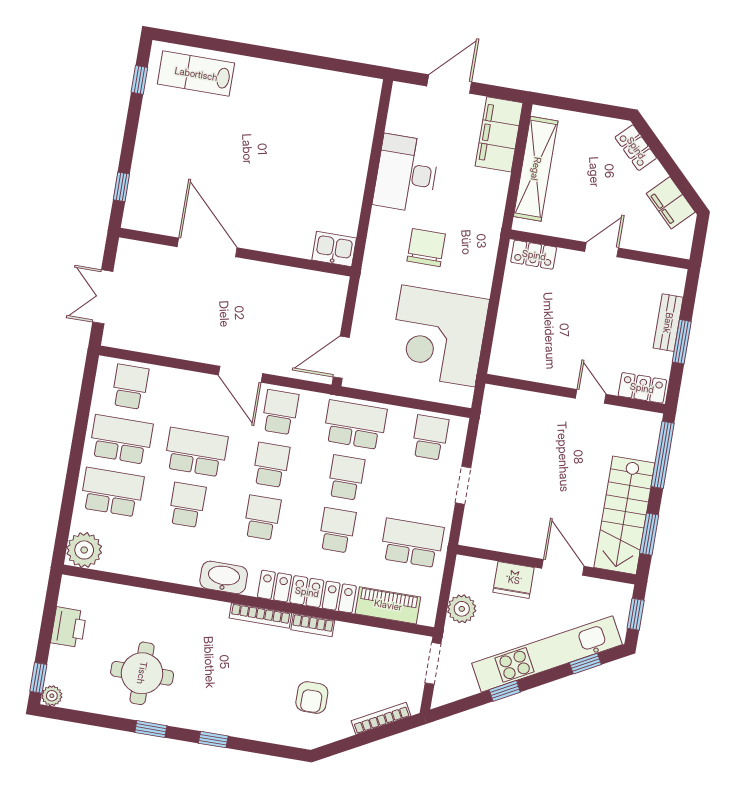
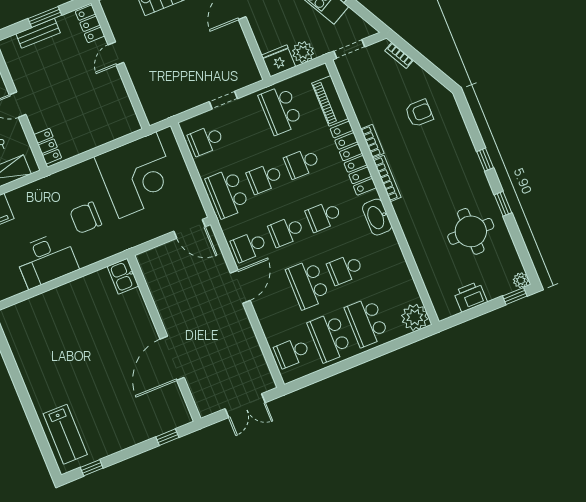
fridge: (514, 580) -> (278, 61), moved, turned -90
bookcase: (381, 718) -> (399, 55), width x0.64

